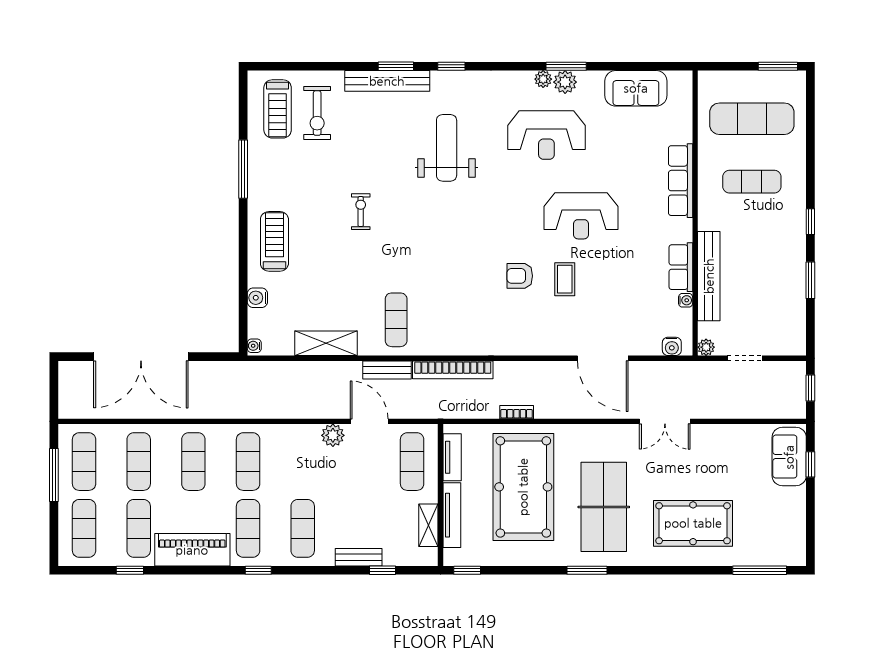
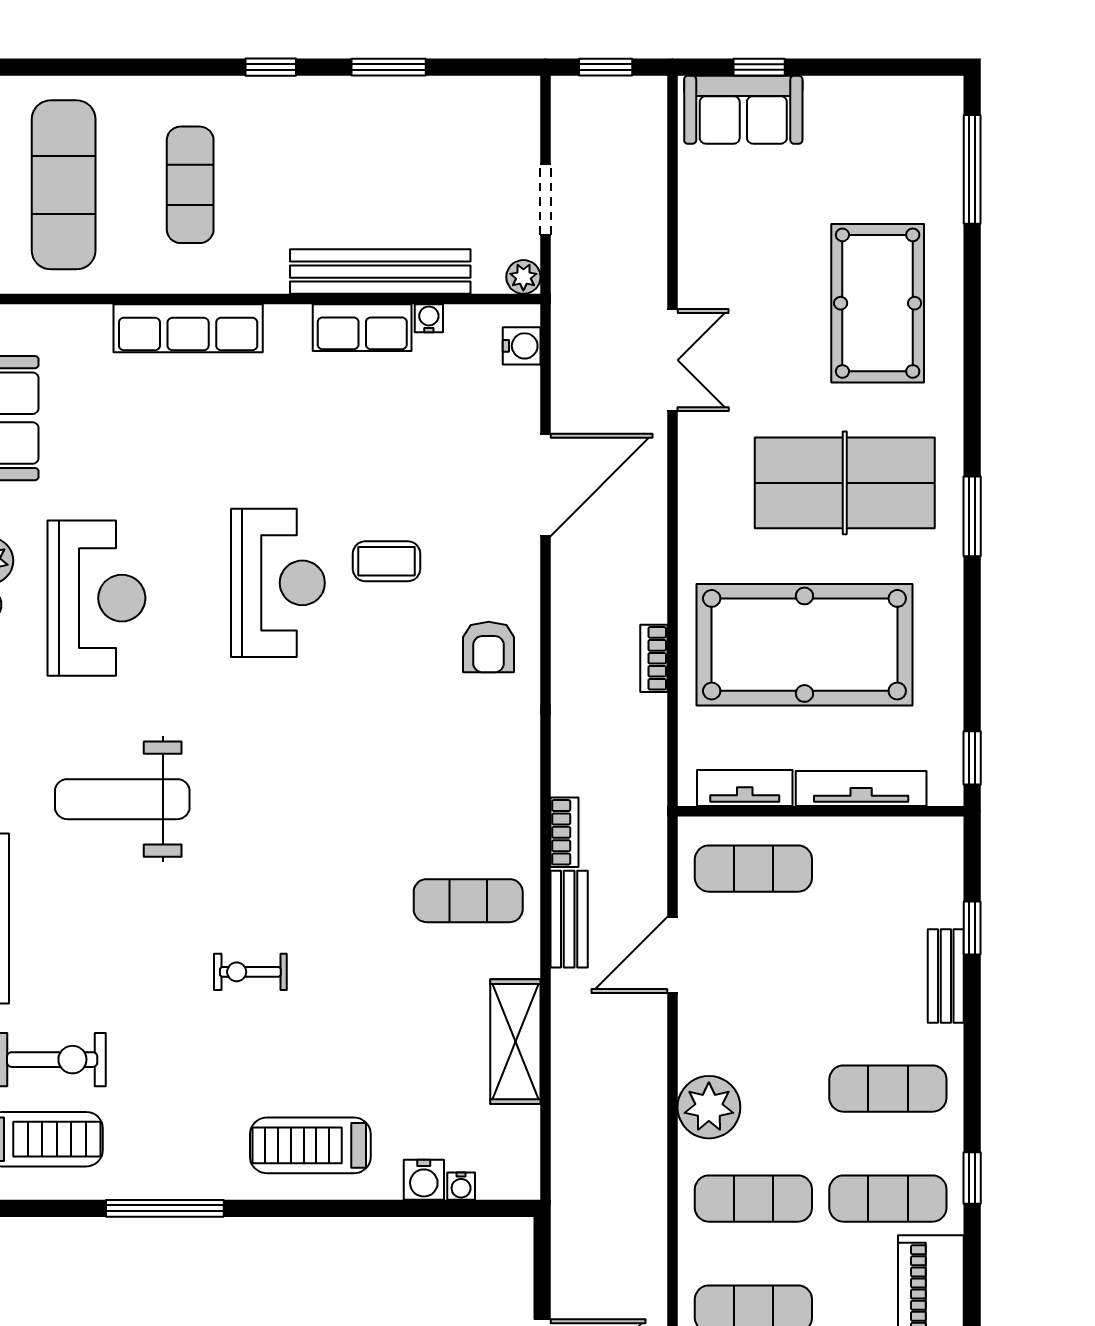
reception desk: (581, 216) -> (278, 583), moved
armchair: (520, 276) -> (489, 647), moved
water cooler: (254, 346) -> (461, 1186), moved
bookcase: (453, 370) -> (565, 832), width x0.43, depth x0.76
plant: (333, 435) -> (709, 1107), moved, width x1.36, depth x1.36
shelving: (428, 525) -> (882, 836), removed

